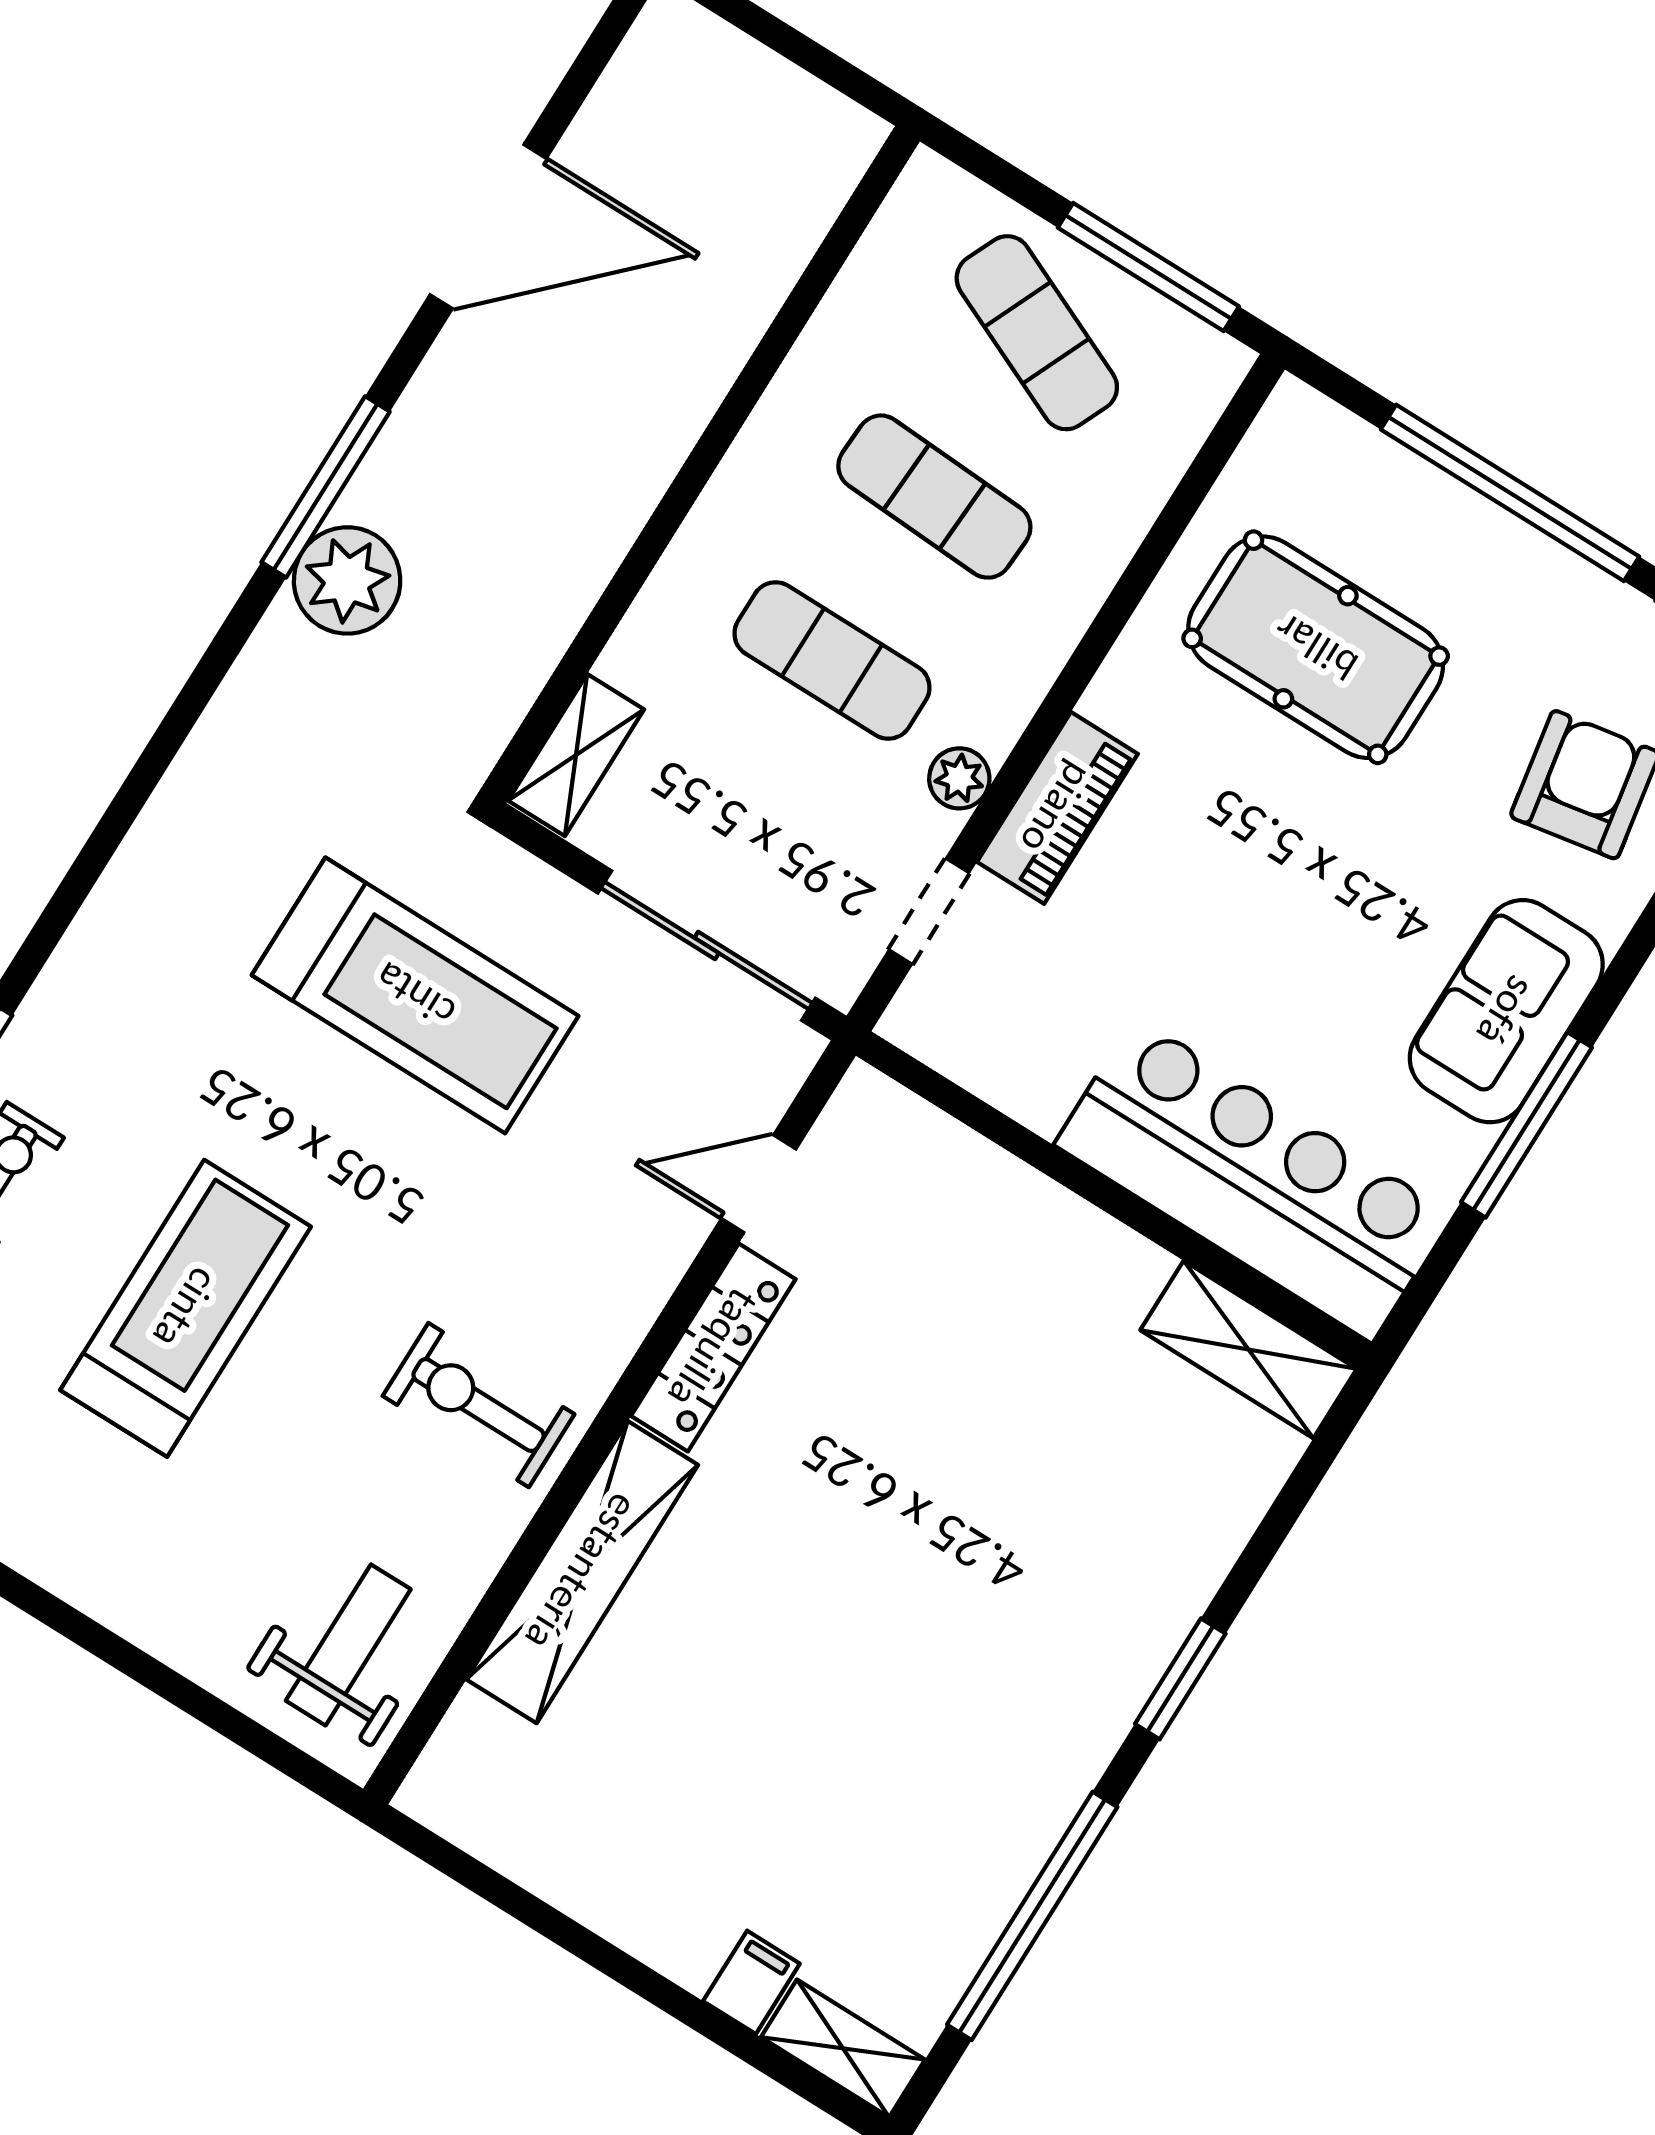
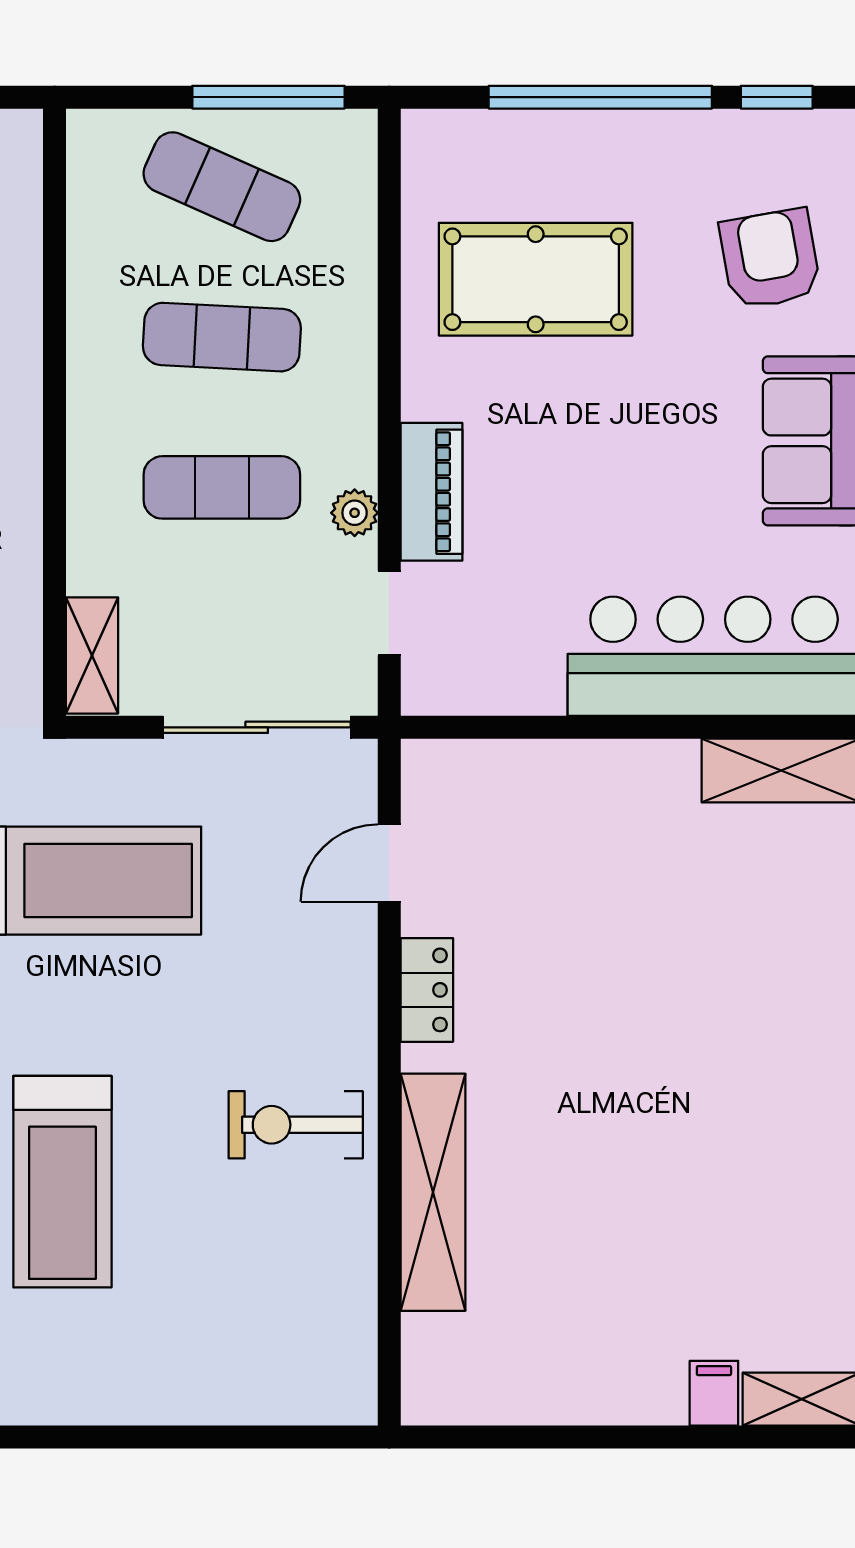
treadmill: (186, 1308) -> (62, 1182), turned 180
locker: (713, 1348) -> (427, 990), width x0.66
weight bench: (348, 1645) -> (309, 1337), removed

